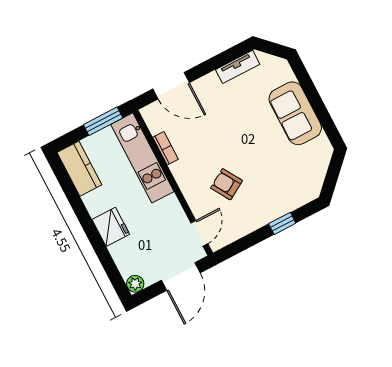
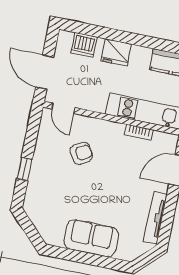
tv unit: (238, 67) -> (155, 218), width x1.41
dishwasher: (128, 261) -> (84, 45), added
plant: (135, 284) -> (65, 38), removed

